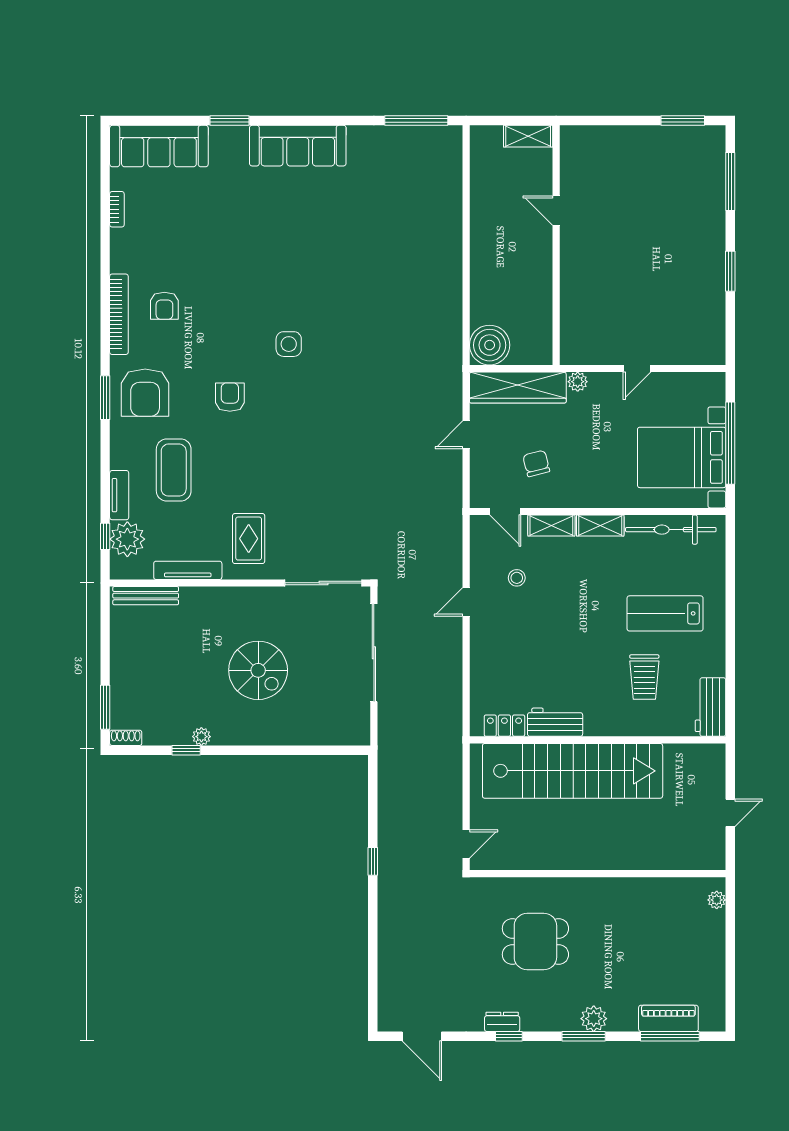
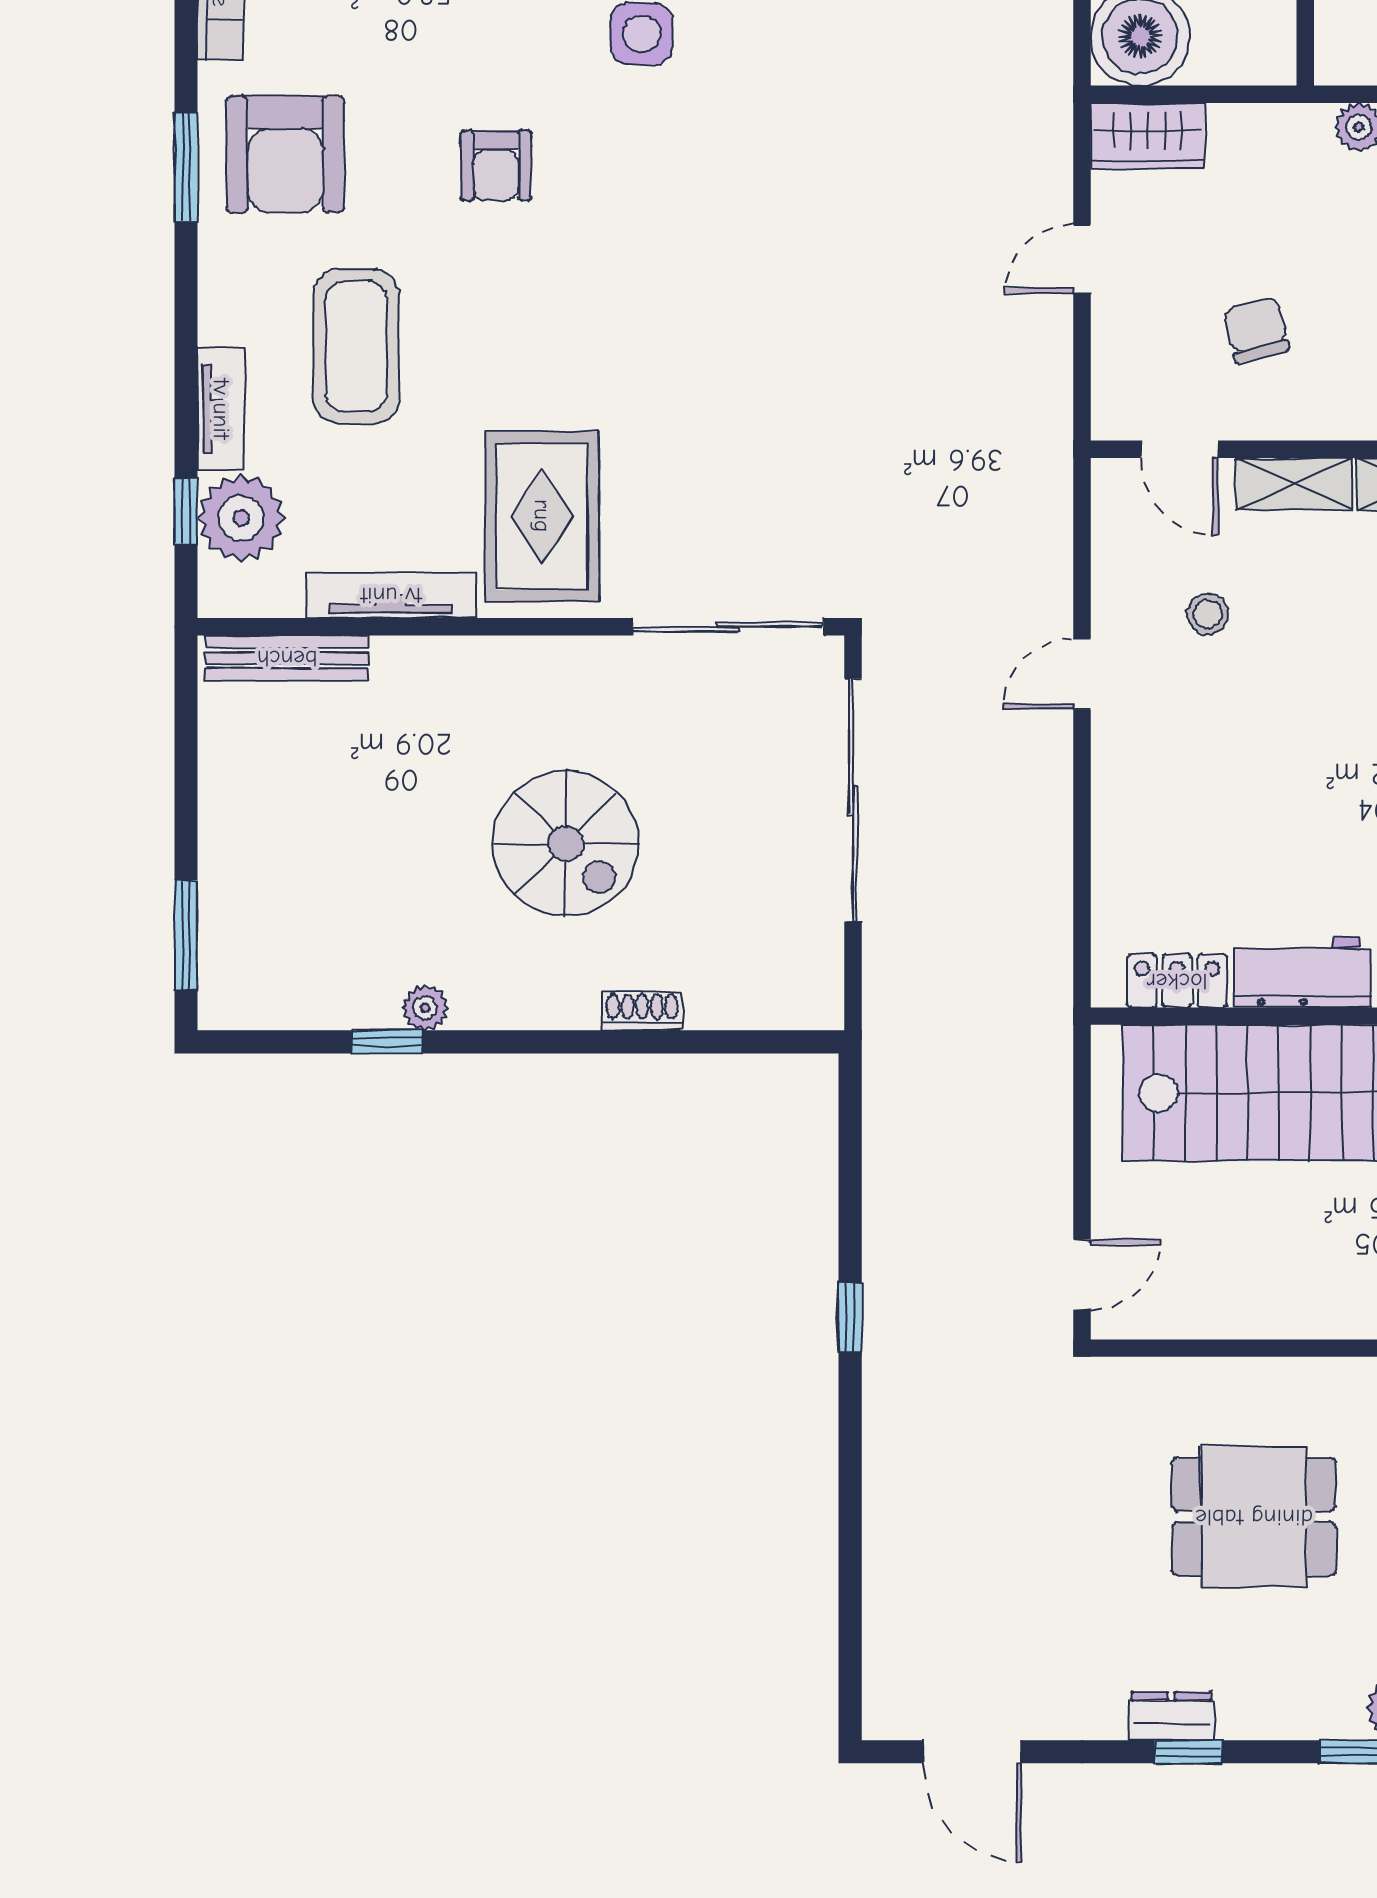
wardrobe: (518, 388) -> (1148, 136), width x0.48, depth x0.85
armchair: (230, 397) -> (496, 165), turned 180
rug: (249, 539) -> (542, 516), width x1.36, depth x1.43
shoe rack: (126, 738) -> (642, 1011), moved

